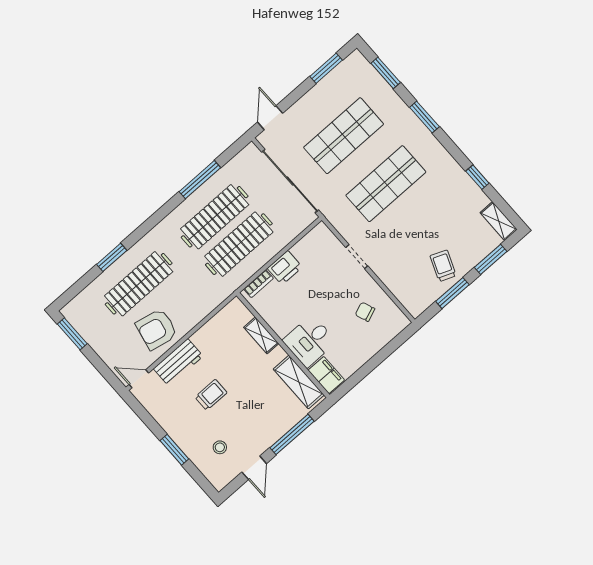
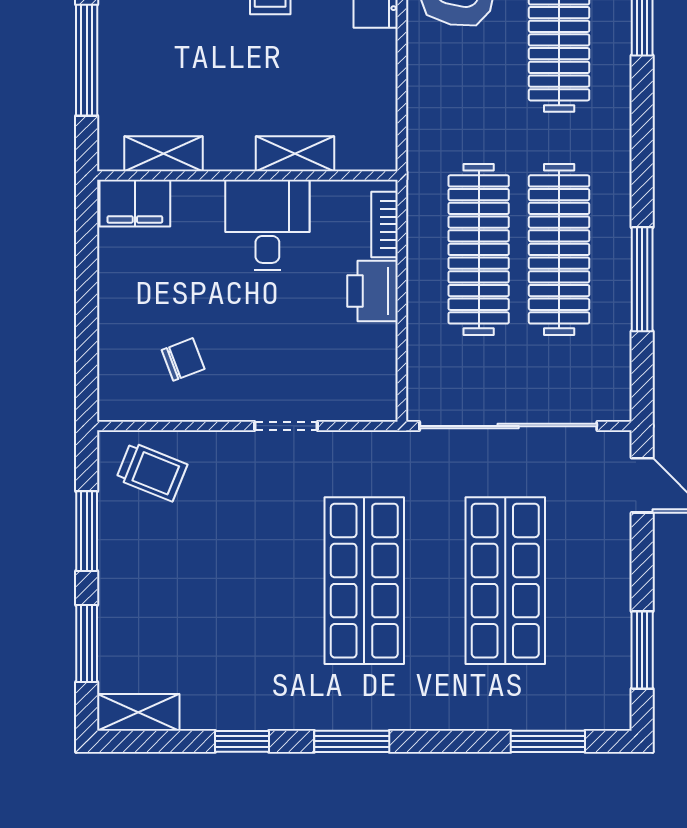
window: (424, 117) -> (352, 741), moved
trolley: (443, 266) -> (152, 472), moved
desk: (309, 341) -> (267, 225), moved
shelving: (299, 382) -> (164, 154), width x0.67, depth x0.75

